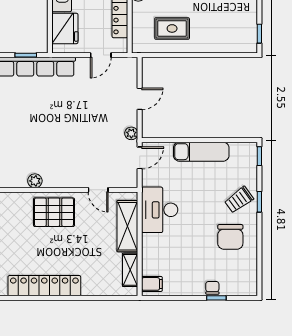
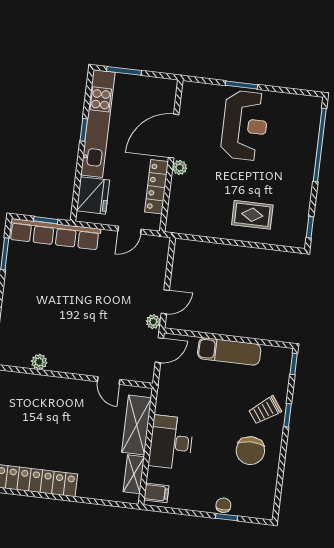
rug: (172, 28) -> (252, 215), moved
door: (140, 99) -> (165, 302), moved
desk: (160, 210) -> (171, 442), moved
pallet: (54, 212) -> (56, 400), removed

